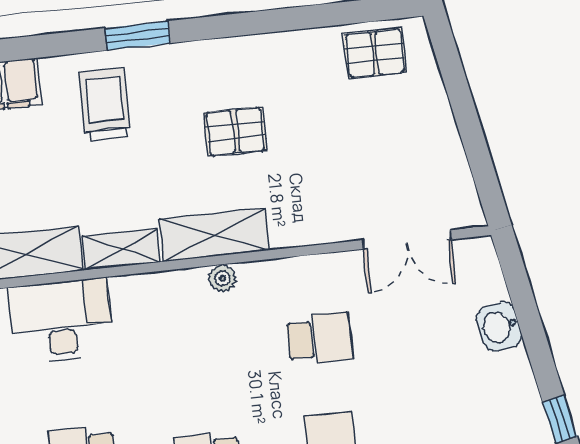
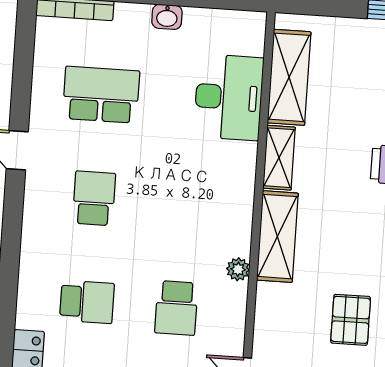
pallet: (235, 132) -> (351, 320), moved
plant: (222, 278) -> (238, 269), moved

